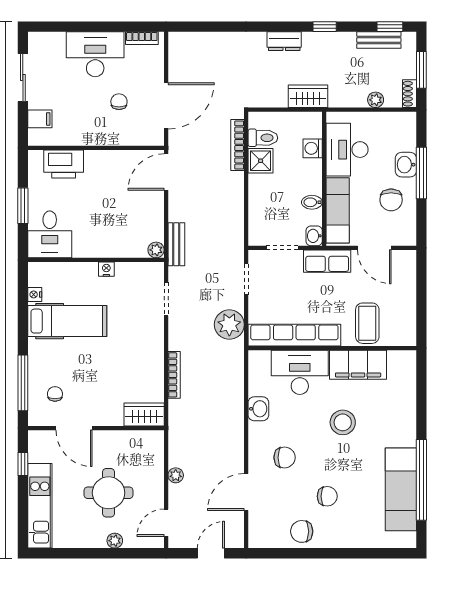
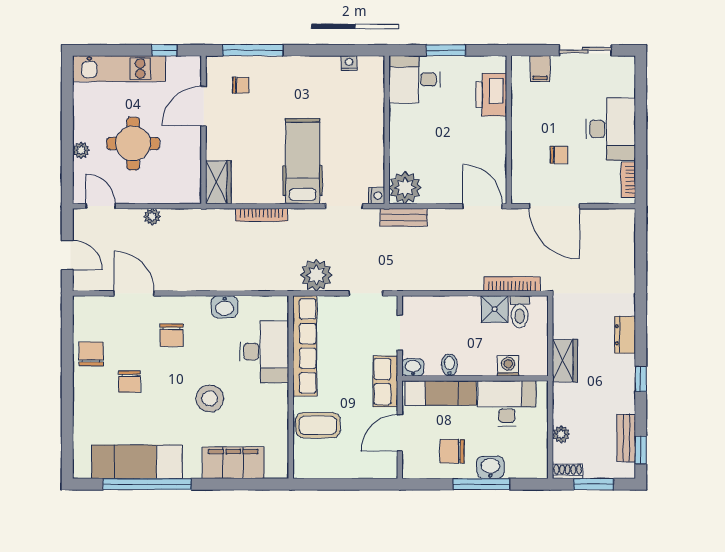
plant: (156, 250) -> (405, 188), width x1.88, depth x1.88
nightstand: (106, 269) -> (377, 196), moved
hospital bed: (67, 321) -> (303, 161), moved, turned 180
filing cabinet: (358, 365) -> (233, 463), moved, turned 90

